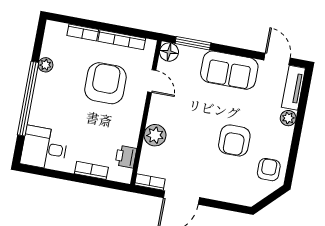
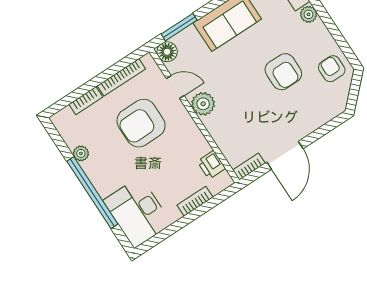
armchair: (105, 83) -> (141, 123), turned -90
plant: (155, 135) -> (203, 104), moved
desk: (44, 148) -> (137, 212), width x1.37

